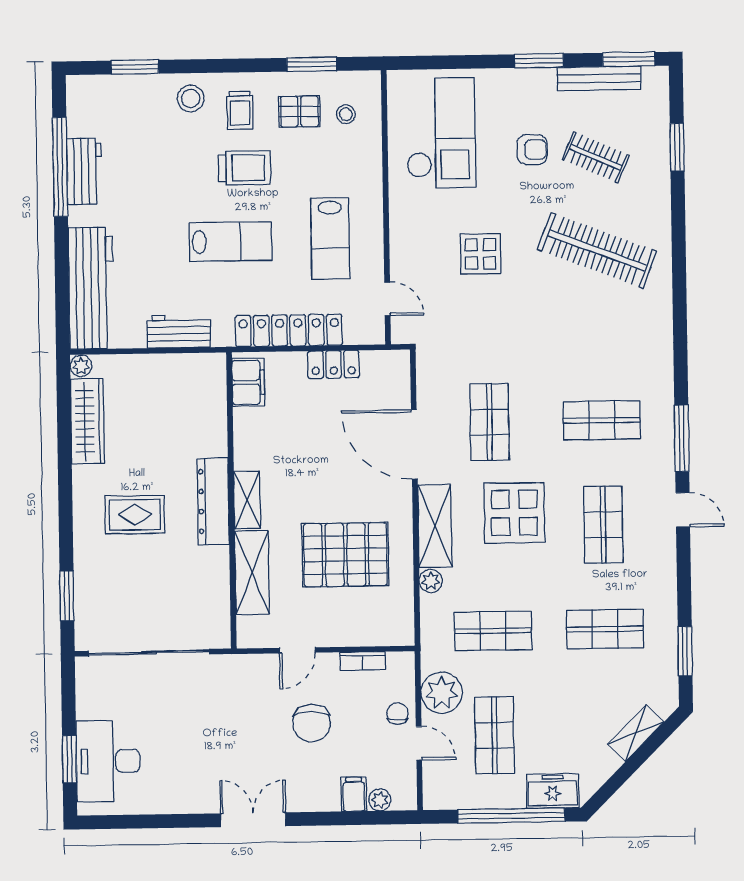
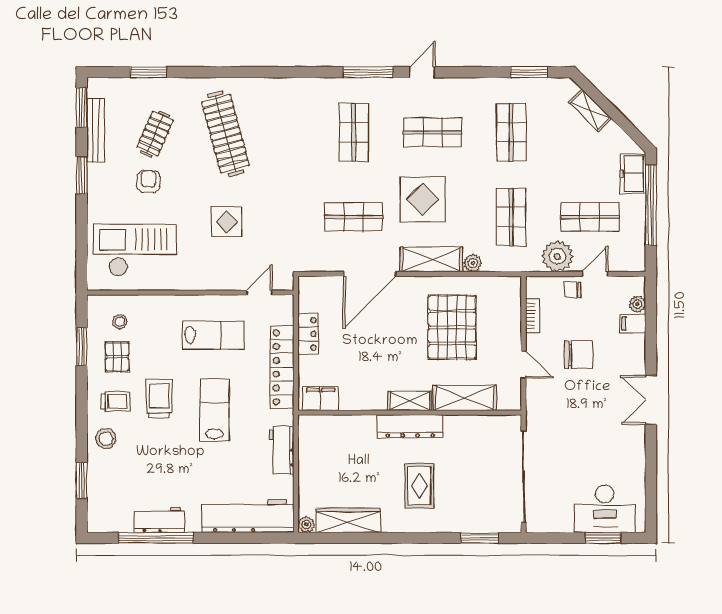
clothes rail: (597, 251) -> (225, 134), turned -36

